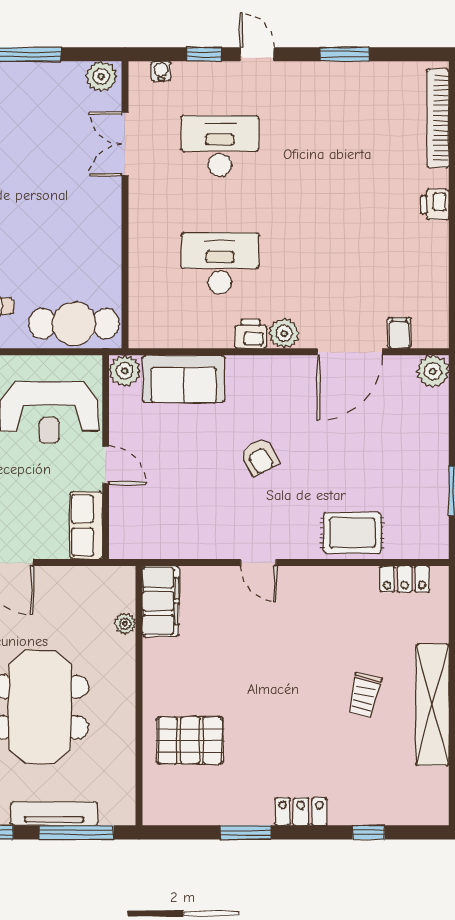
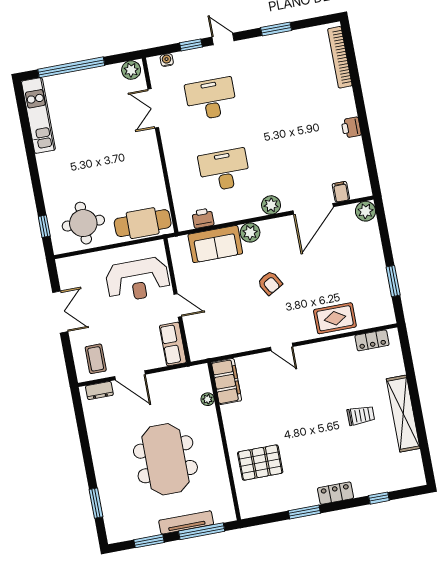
printer: (435, 205) -> (351, 127), moved
printer: (251, 334) -> (203, 218), moved
plant: (125, 371) -> (250, 233), moved
trolley: (364, 695) -> (361, 415), turned -103

